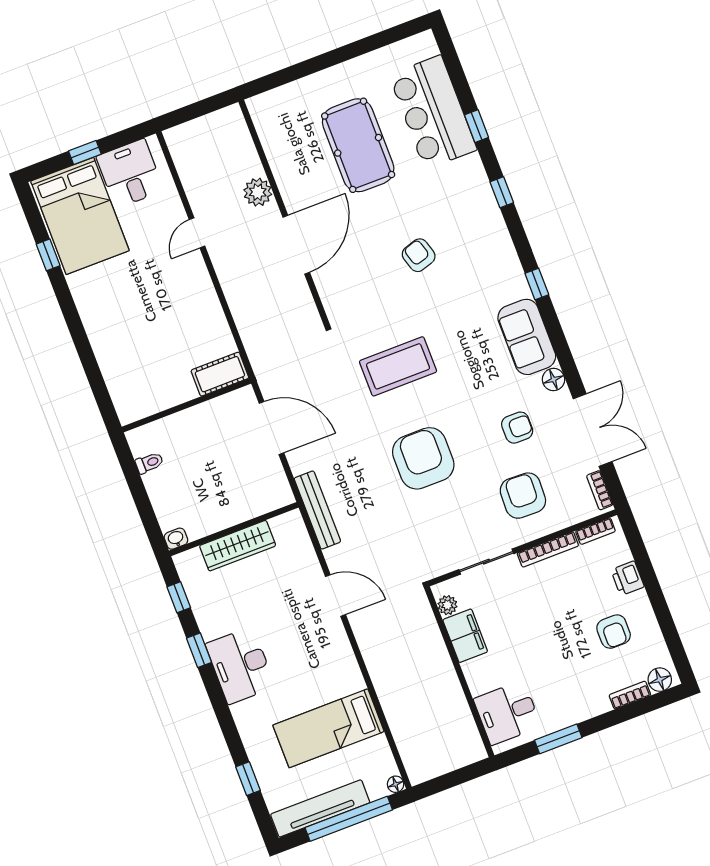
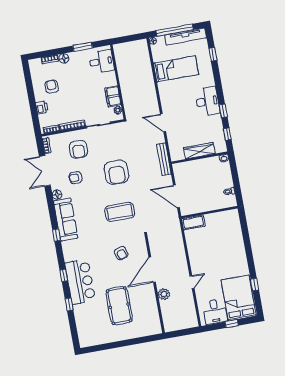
bar counter: (433, 112) -> (80, 282), moved
armchair: (419, 255) -> (121, 253), moved
sofa: (527, 337) -> (66, 219), width x1.36
floor lamp: (660, 680) -> (64, 58), moved

